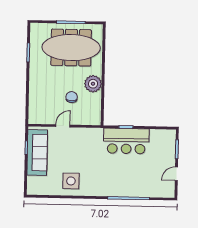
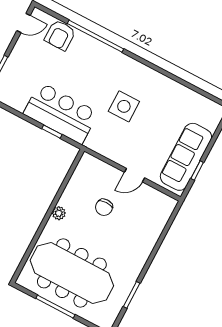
plant: (93, 84) -> (59, 213), width x0.53, depth x0.53
door: (176, 174) -> (23, 23), moved
side table: (71, 181) -> (124, 106), moved
armchair: (150, 188) -> (60, 35), added

